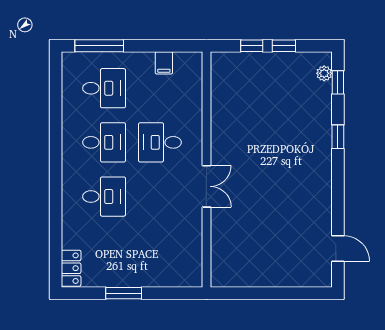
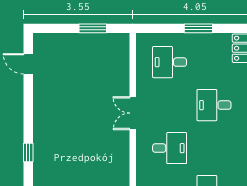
desk: (104, 142) -> (170, 62), moved
window: (257, 293) -> (93, 28), added

